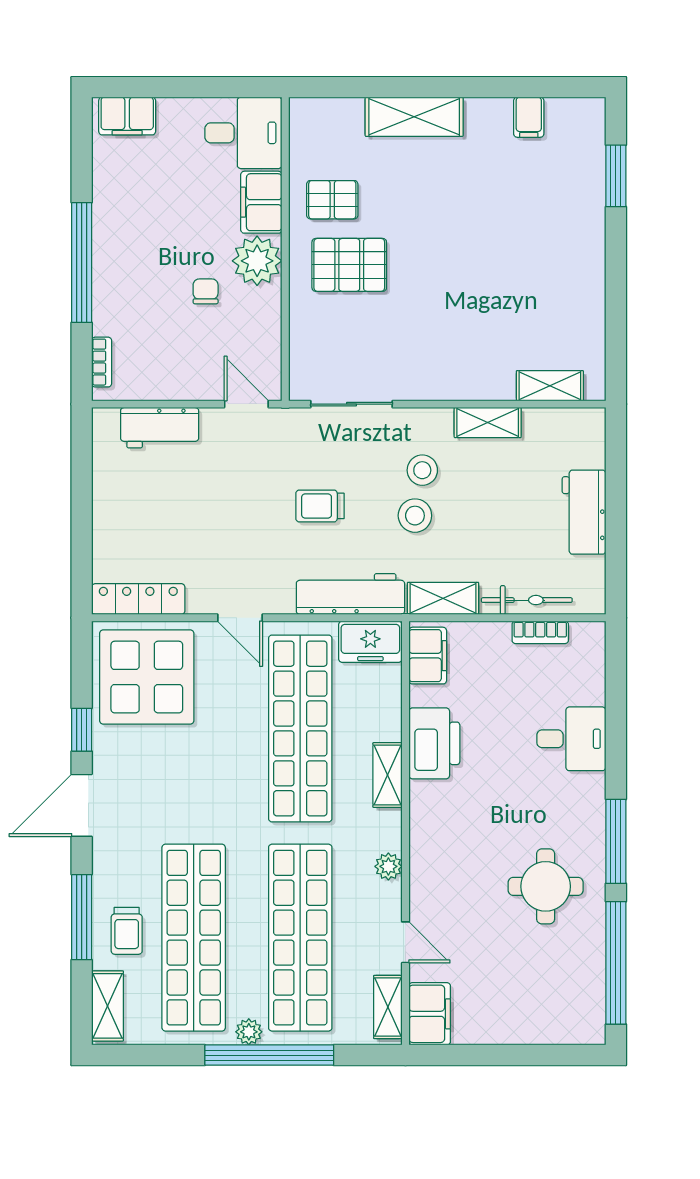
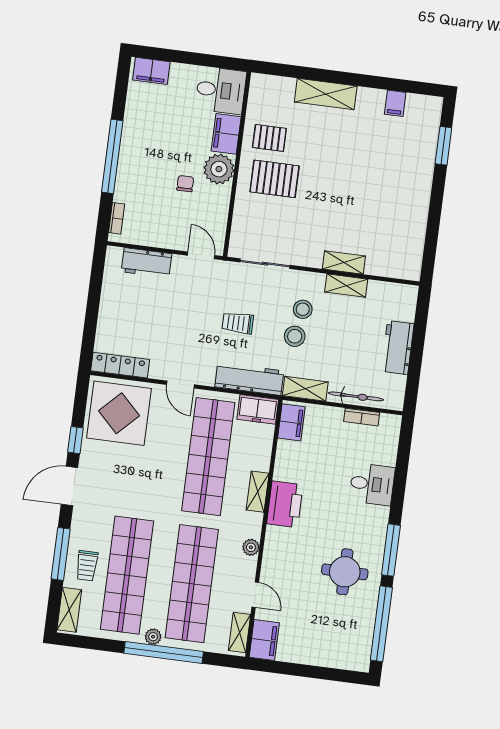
shelving: (550, 386) -> (344, 262), moved
printer: (434, 743) -> (285, 504), moved

